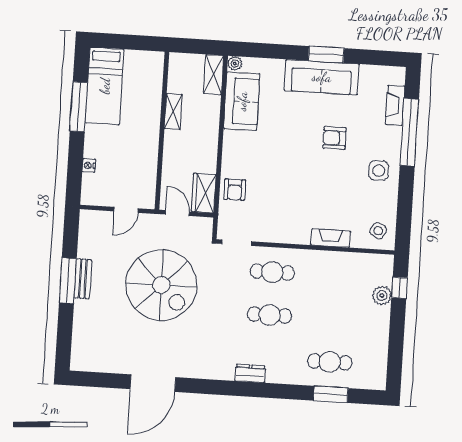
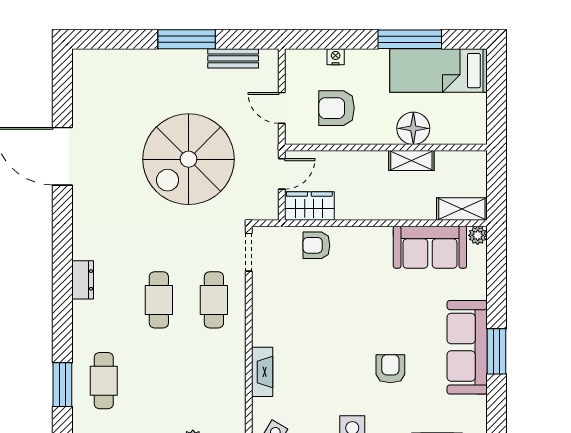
floor lamp: (148, 108) -> (413, 128), added
armchair: (129, 167) -> (337, 108), added
bench: (83, 279) -> (233, 58), moved

